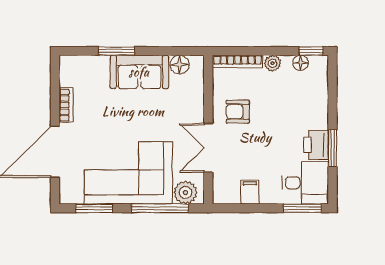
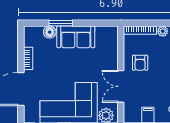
floor lamp: (180, 65) -> (50, 32), moved
armchair: (238, 112) -> (140, 63), turned -90

